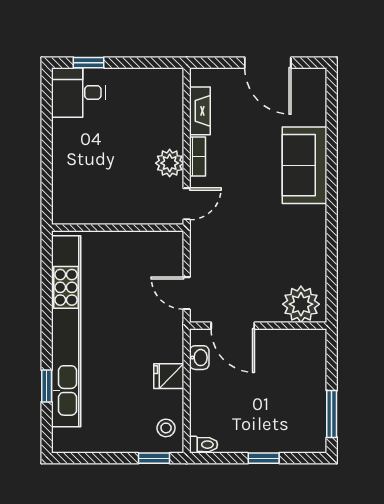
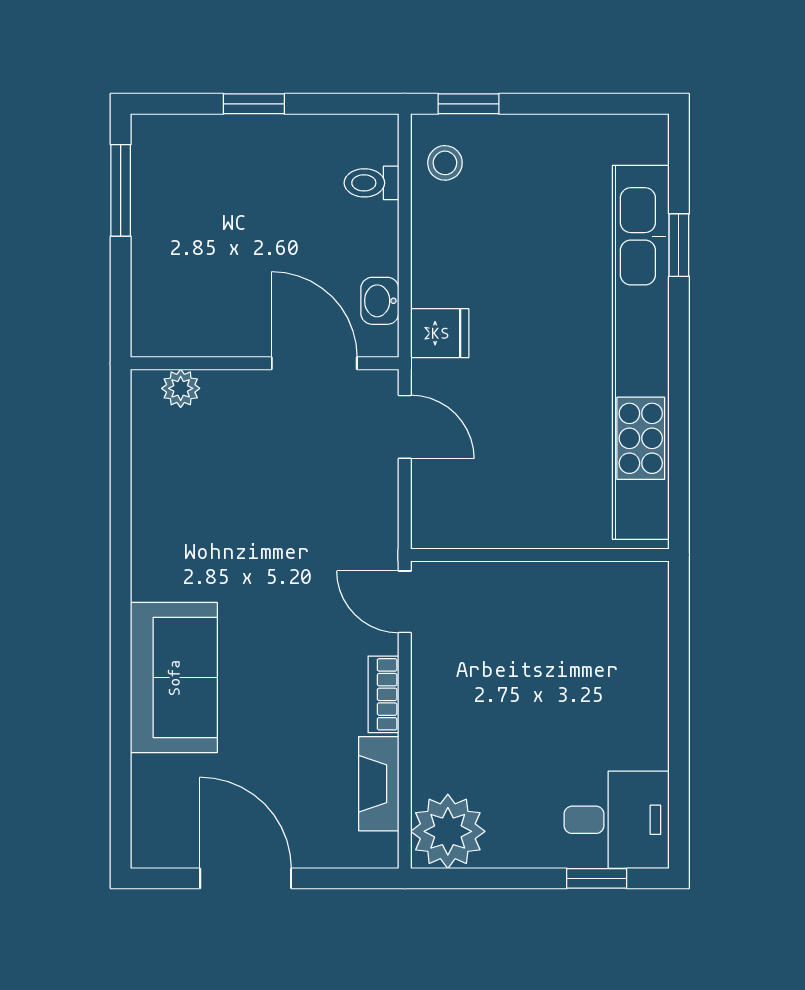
plant: (170, 163) -> (448, 831), moved, width x1.36, depth x1.36
door: (187, 204) -> (405, 602), hinge flipped
plant: (301, 304) -> (181, 388), width x0.53, depth x0.53
fridge: (169, 376) -> (440, 333), moved
toilet: (204, 445) -> (371, 183), moved

